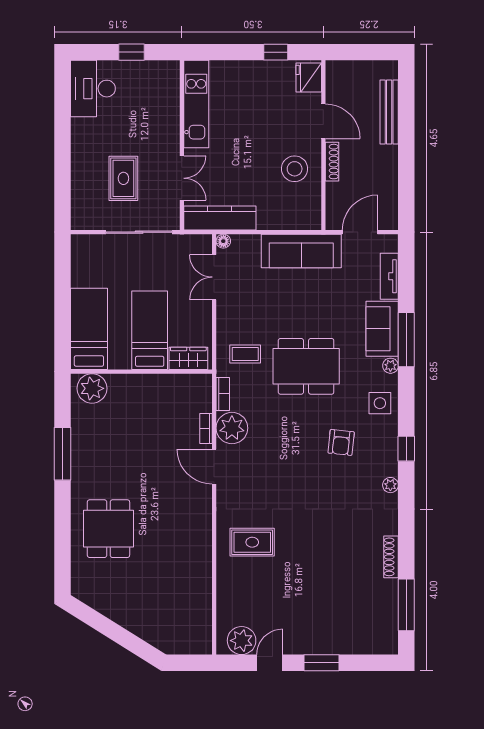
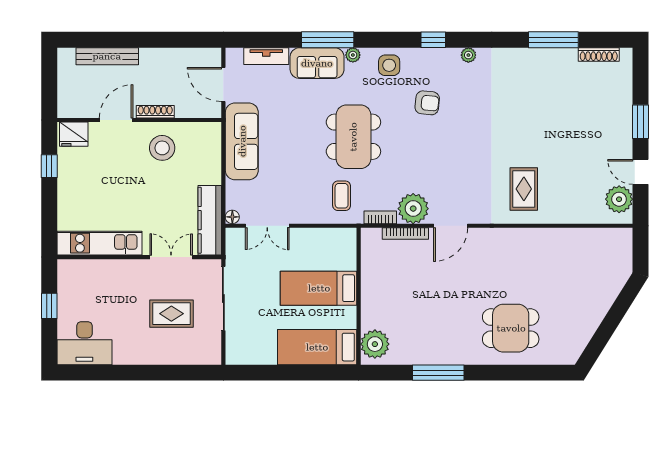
wardrobe: (188, 358) -> (346, 251), removed
bookcase: (206, 428) -> (405, 234), width x1.56
shoe rack: (391, 557) -> (599, 55), moved
window: (406, 605) -> (553, 40), moved

